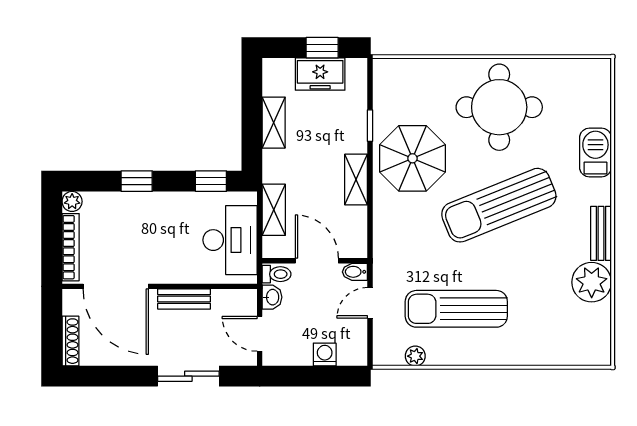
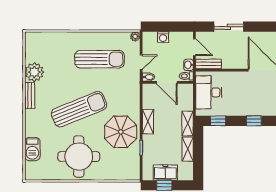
barbecue: (595, 153) -> (32, 149), moved
shelving: (274, 210) -> (188, 123), moved
bench: (184, 299) -> (208, 64), moved
plant: (415, 356) -> (135, 36), moved

